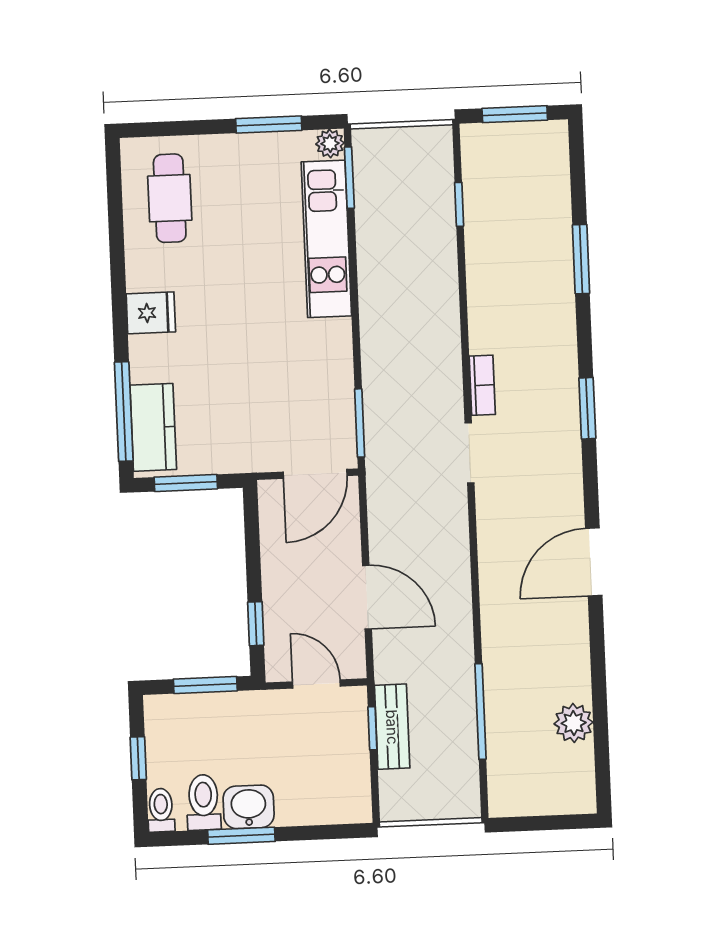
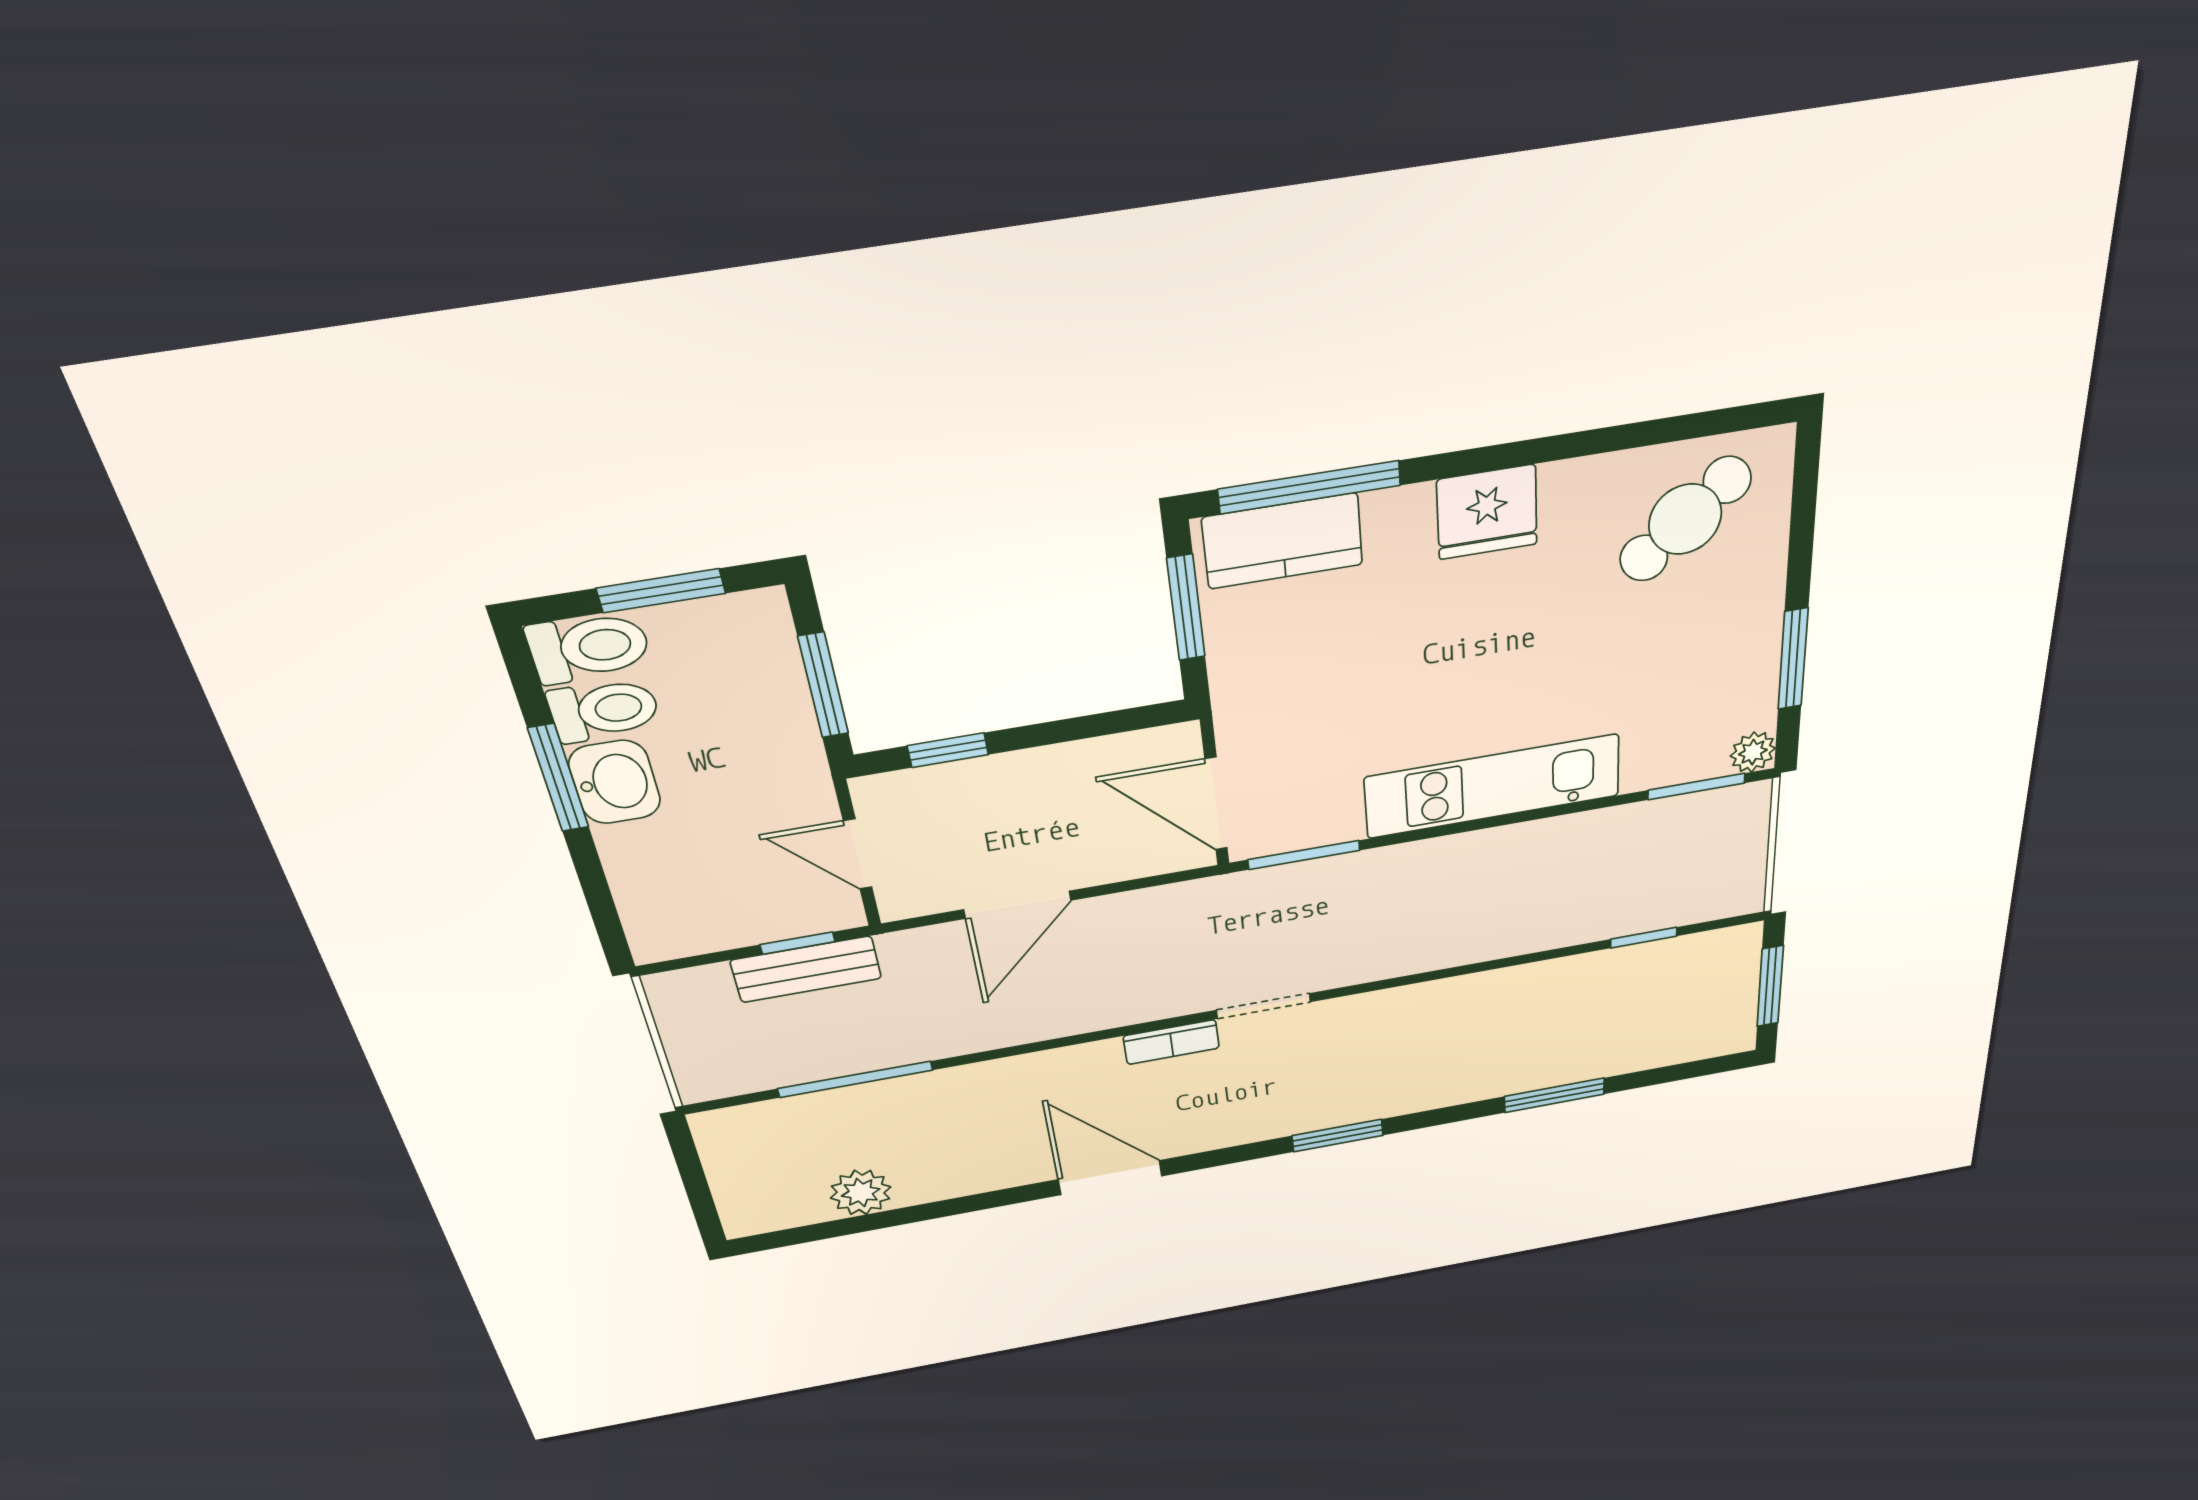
cafe table: (170, 198) -> (1685, 519), turned -40
kitchen unit: (326, 239) -> (1493, 786), moved
fridge: (151, 313) -> (1487, 512), width x1.38
bookcase: (482, 385) -> (1171, 1042), moved
door: (316, 684) -> (858, 854), swing flipped
window: (138, 758) -> (661, 591), width x1.50
toilet: (161, 810) -> (589, 647), width x1.37, depth x1.39

